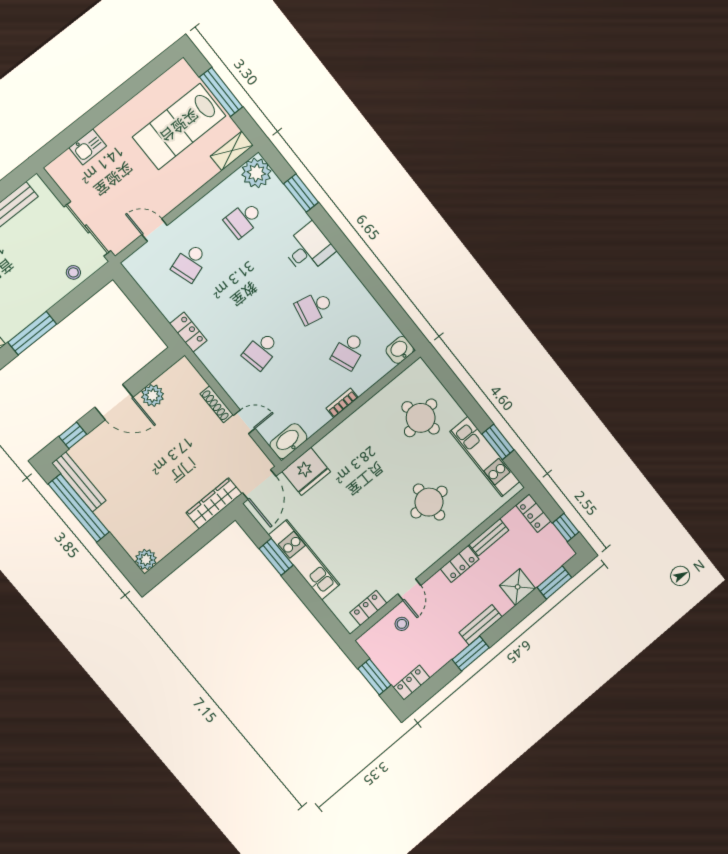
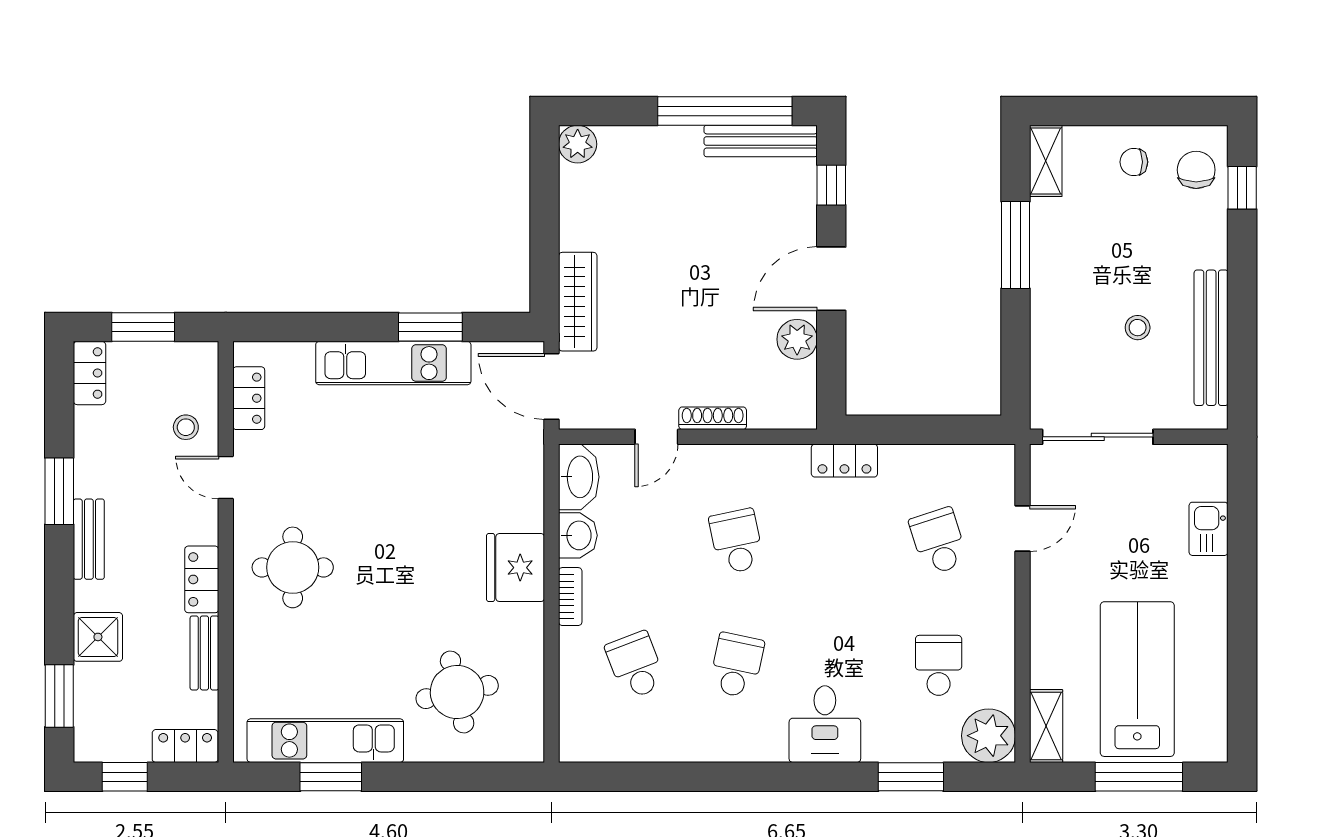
stool: (73, 272) -> (1138, 328), moved
washbasin: (400, 350) -> (578, 535), moved
fridge: (306, 471) -> (516, 568), moved
round table: (429, 502) -> (293, 567), moved

